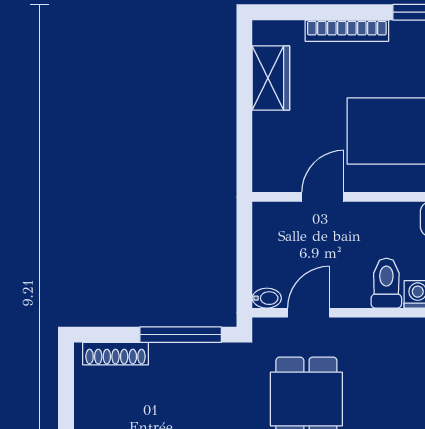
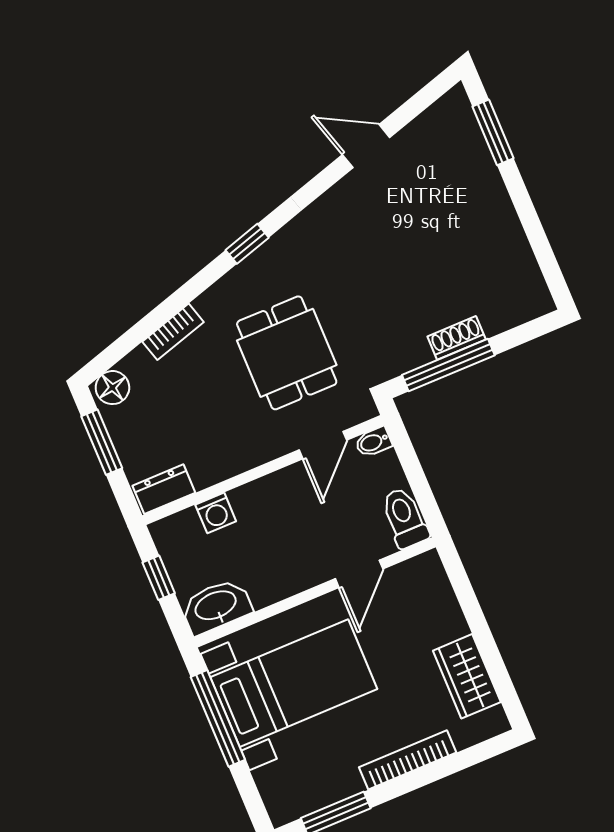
toilet: (386, 283) -> (405, 518), moved, turned 180
shoe rack: (116, 354) -> (457, 338), moved, width x0.70

